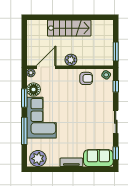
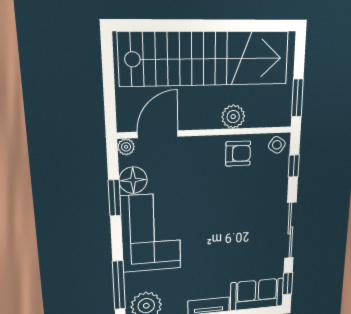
stairs: (69, 28) -> (205, 59), width x1.86, depth x1.51
plant: (71, 60) -> (233, 117), moved
sliding door: (116, 122) -> (290, 230), width x1.37
window: (24, 131) -> (119, 285), moved

